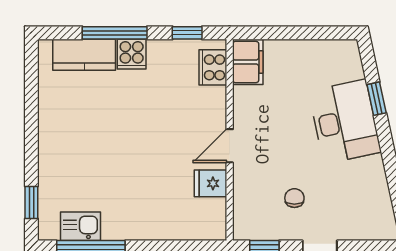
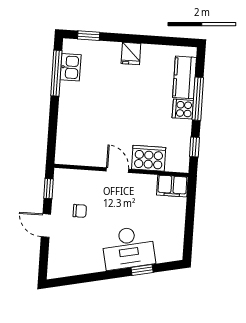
cooker: (213, 67) -> (149, 158), moved, width x1.37, depth x1.31
fridge: (210, 183) -> (131, 54), moved, turned 180

